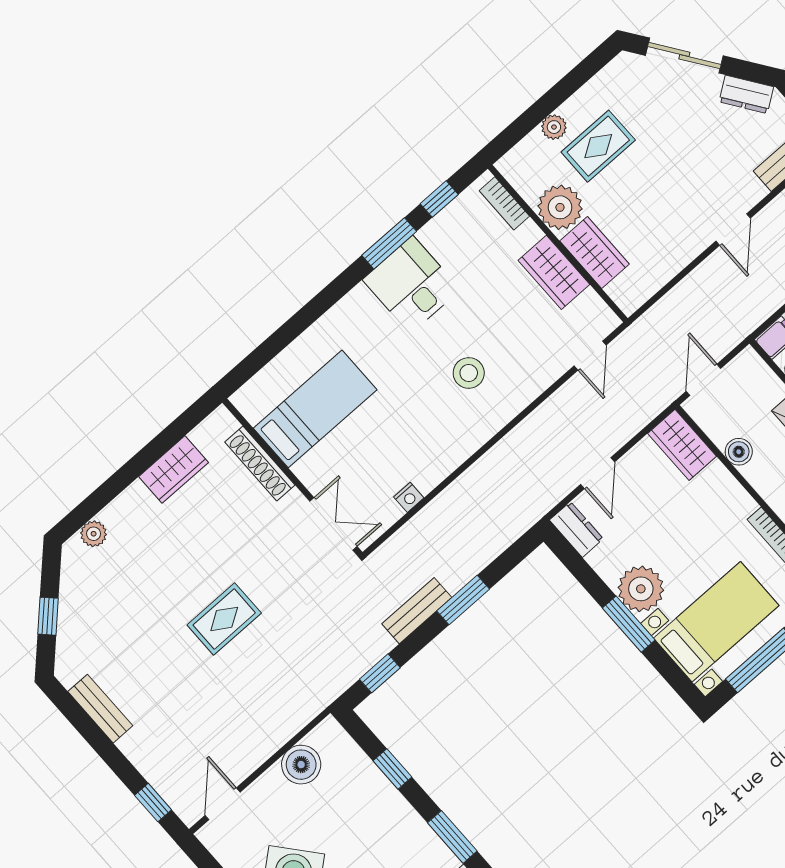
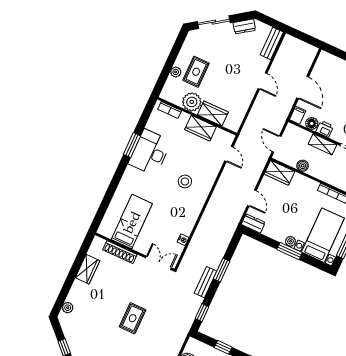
window: (439, 199) -> (144, 119), removed
desk: (411, 285) -> (150, 152), width x1.37
plant: (641, 589) -> (290, 241), width x0.53, depth x0.53

